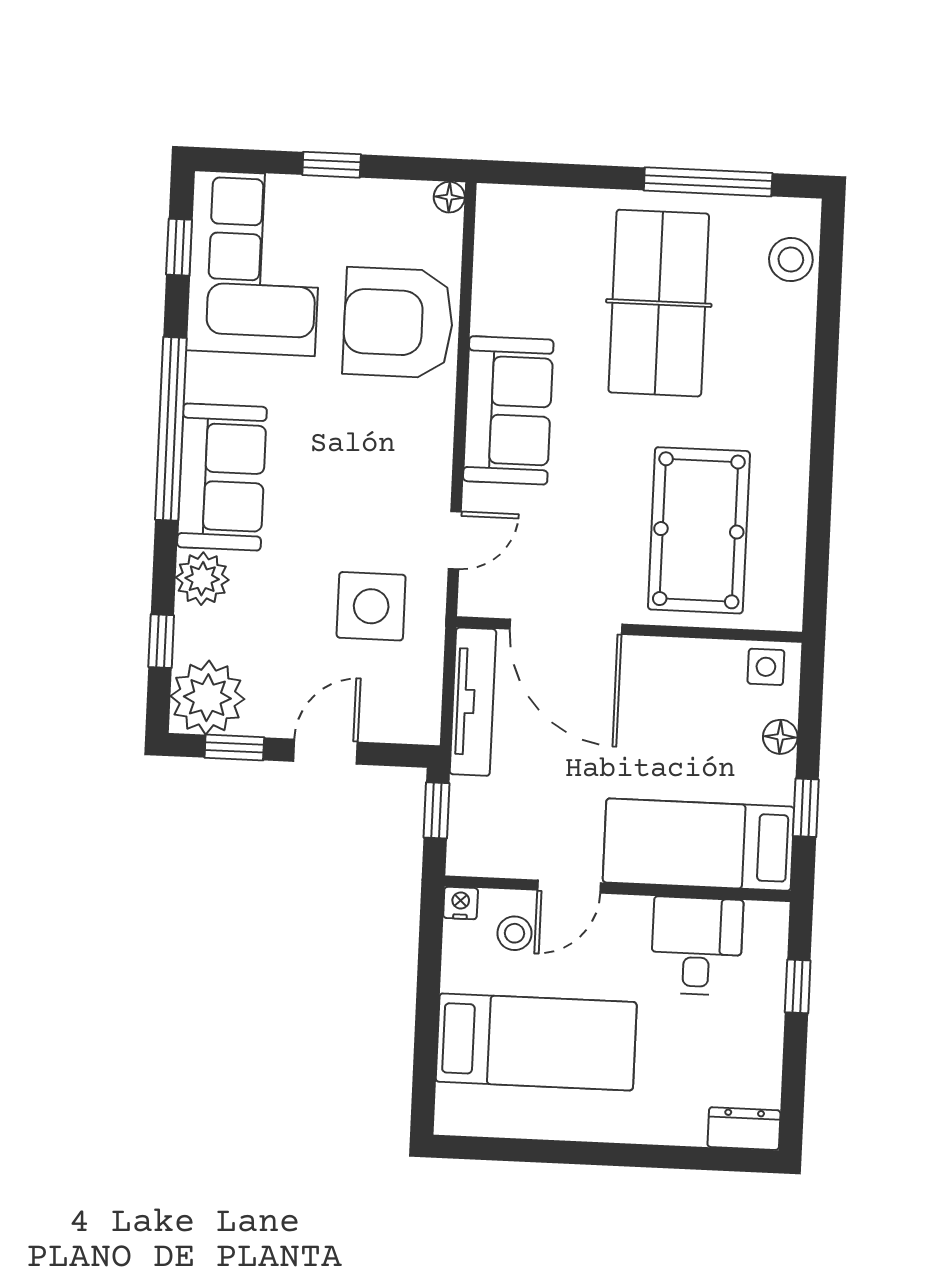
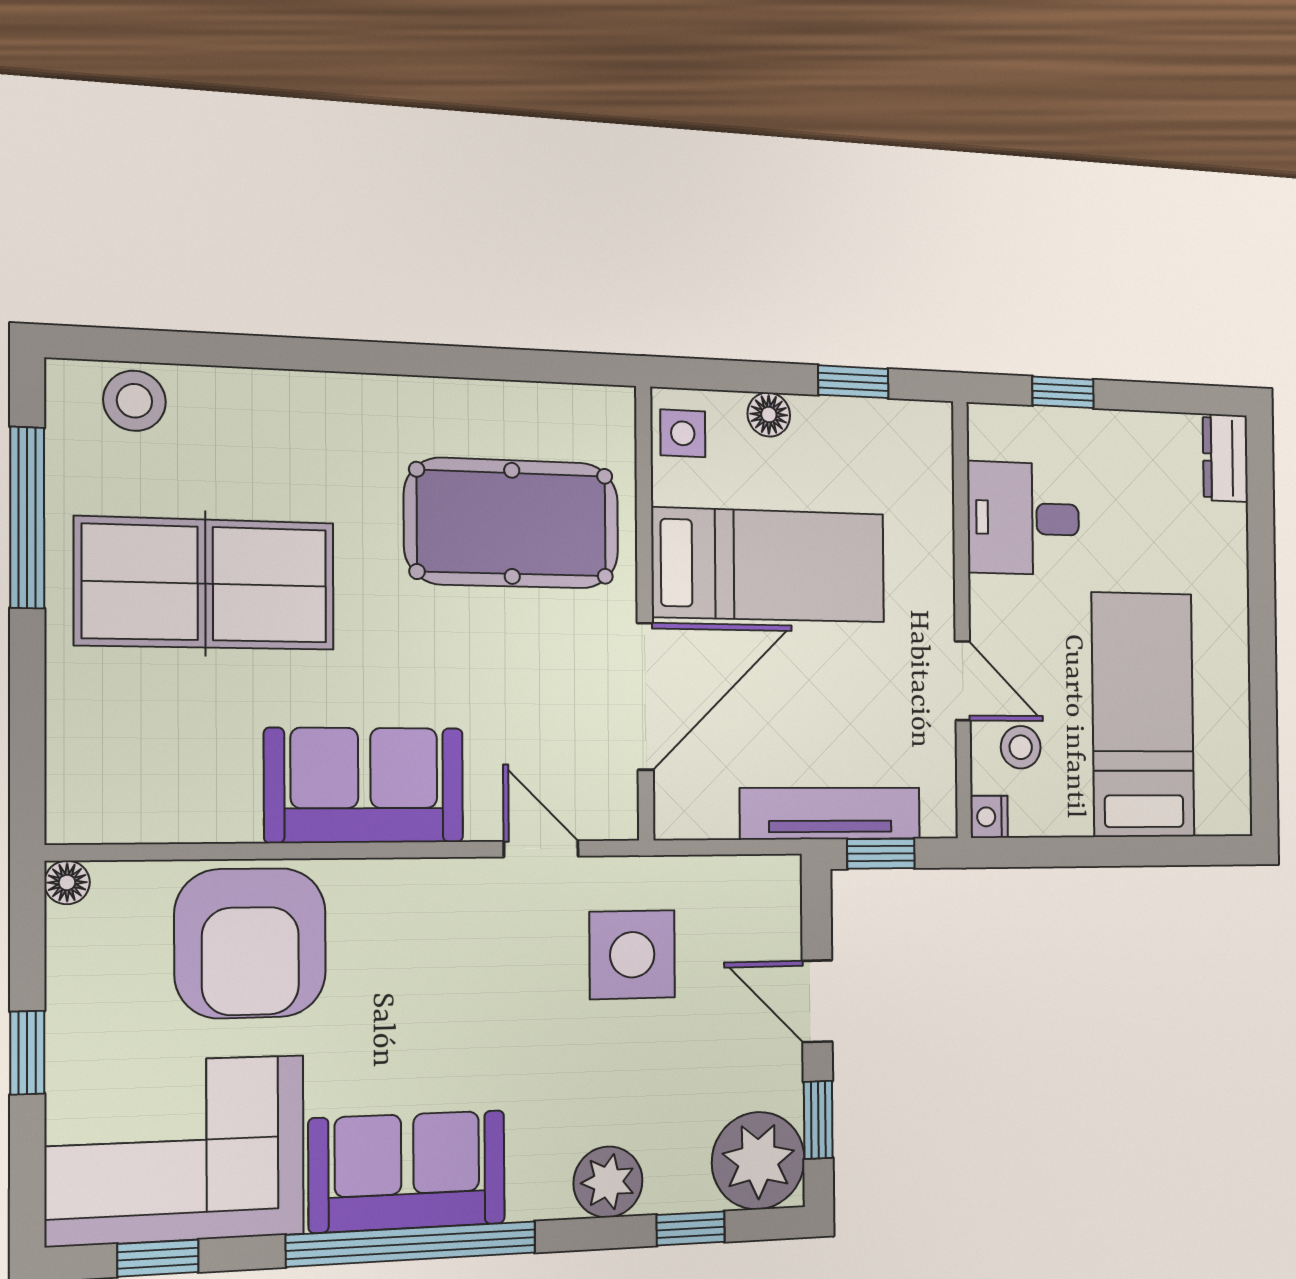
sofa: (222, 477) -> (407, 1171), moved
tv unit: (473, 702) -> (830, 813), moved
bed: (699, 845) -> (769, 565), moved, turned -90

